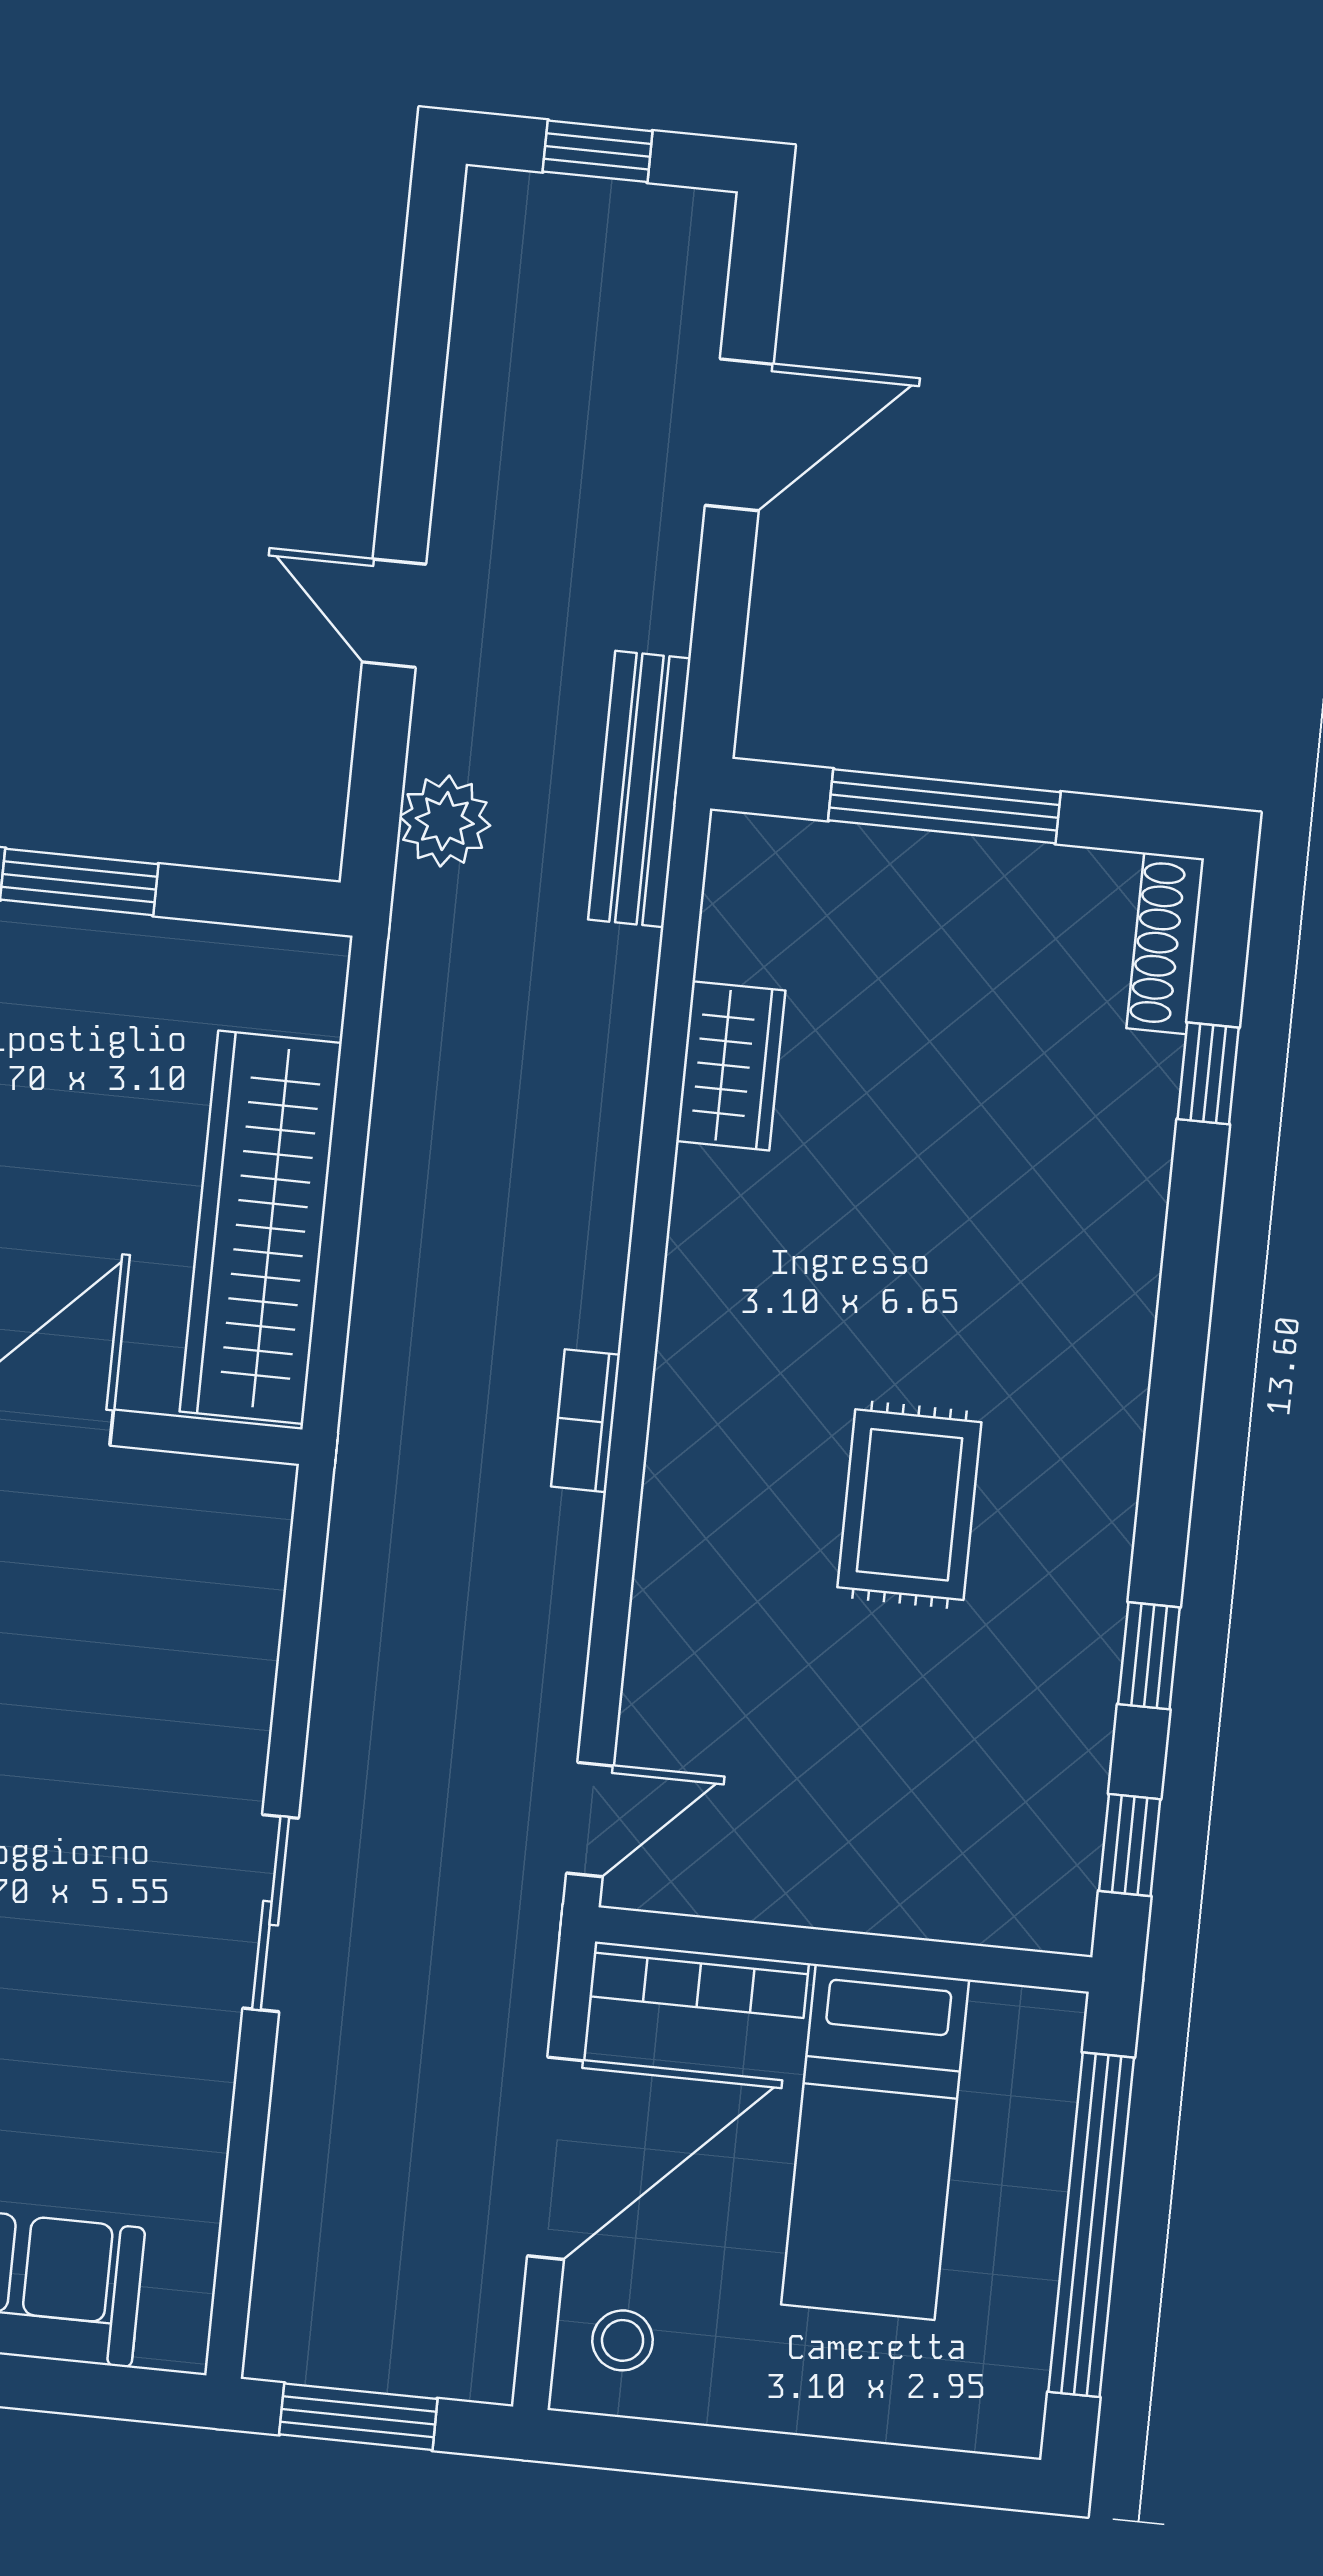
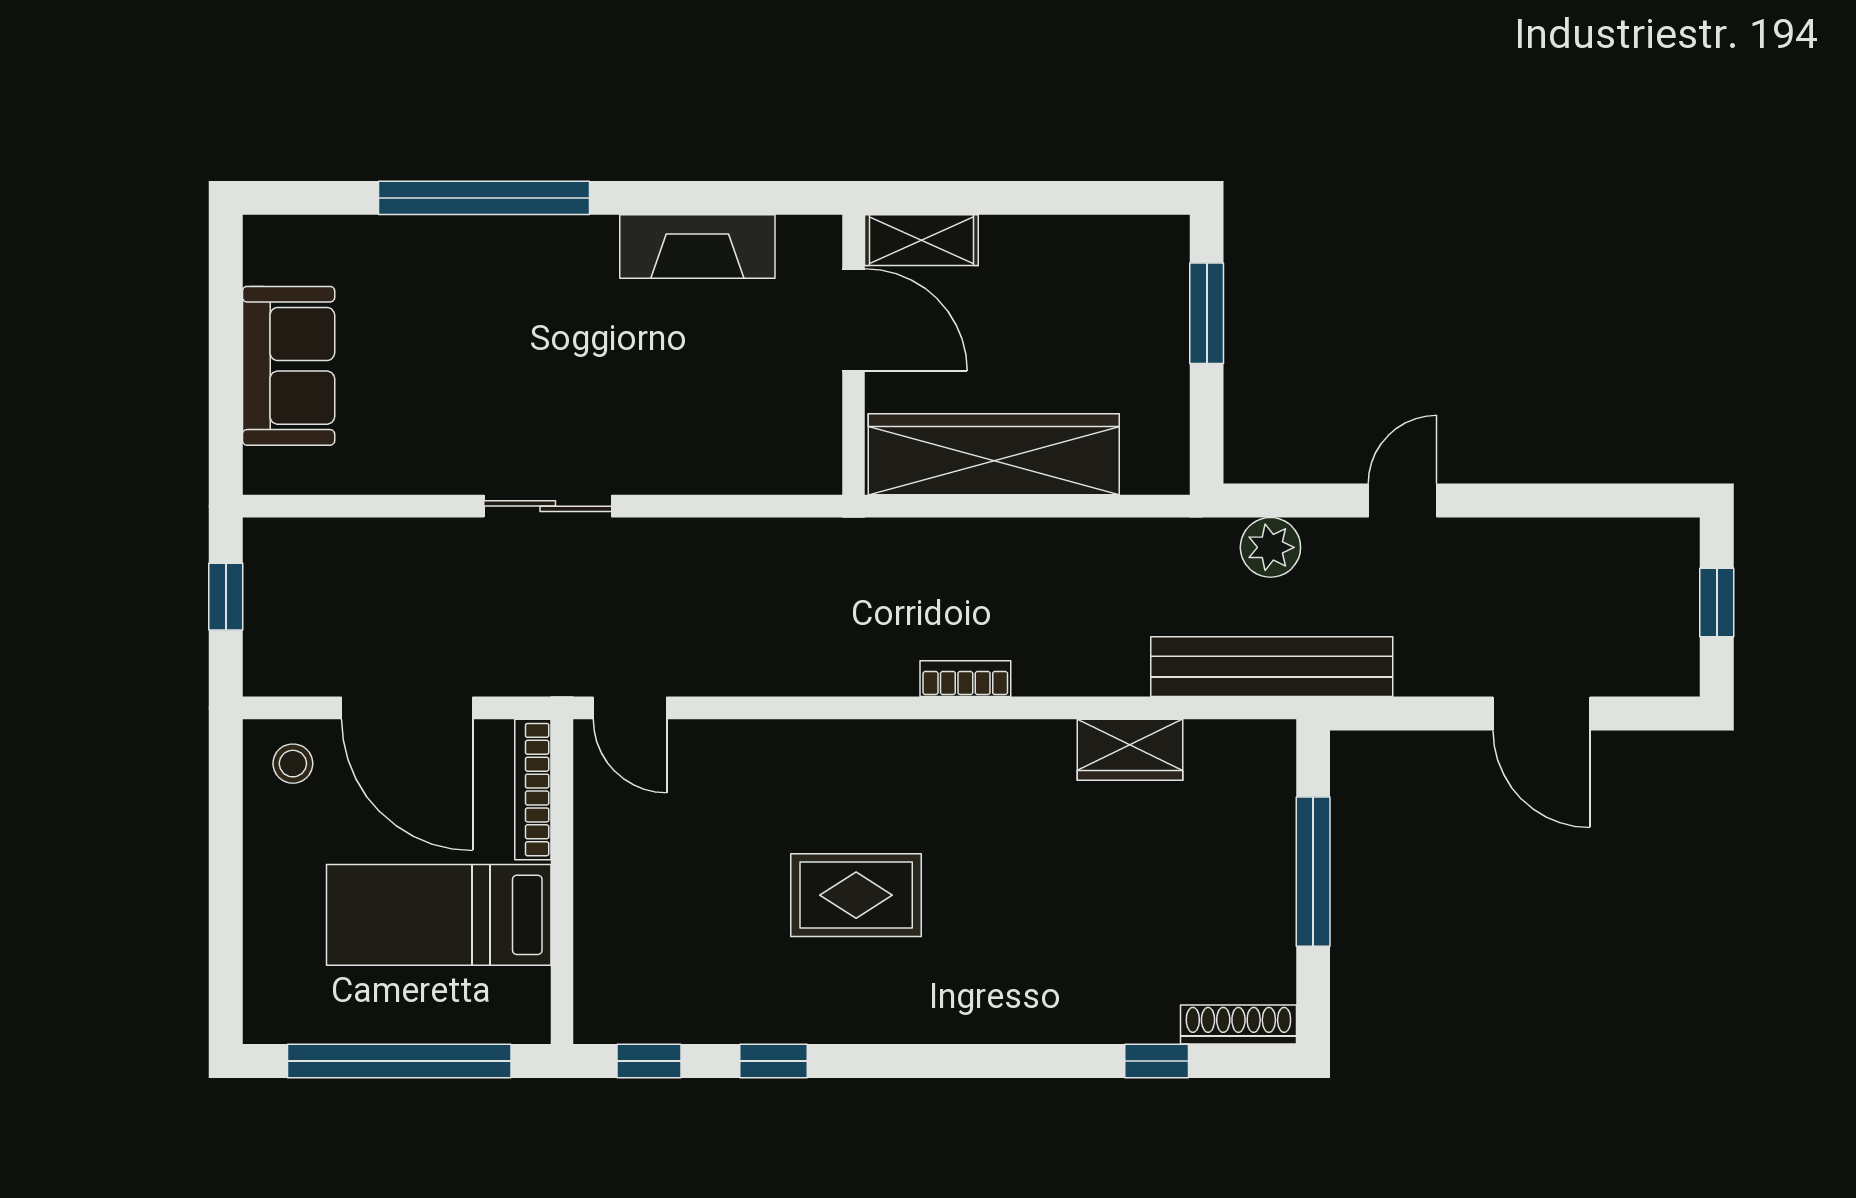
bench: (639, 789) -> (1272, 667), width x1.37, depth x1.21
bookcase: (586, 1421) -> (965, 679), moved
window: (358, 2417) -> (226, 597), width x0.67

